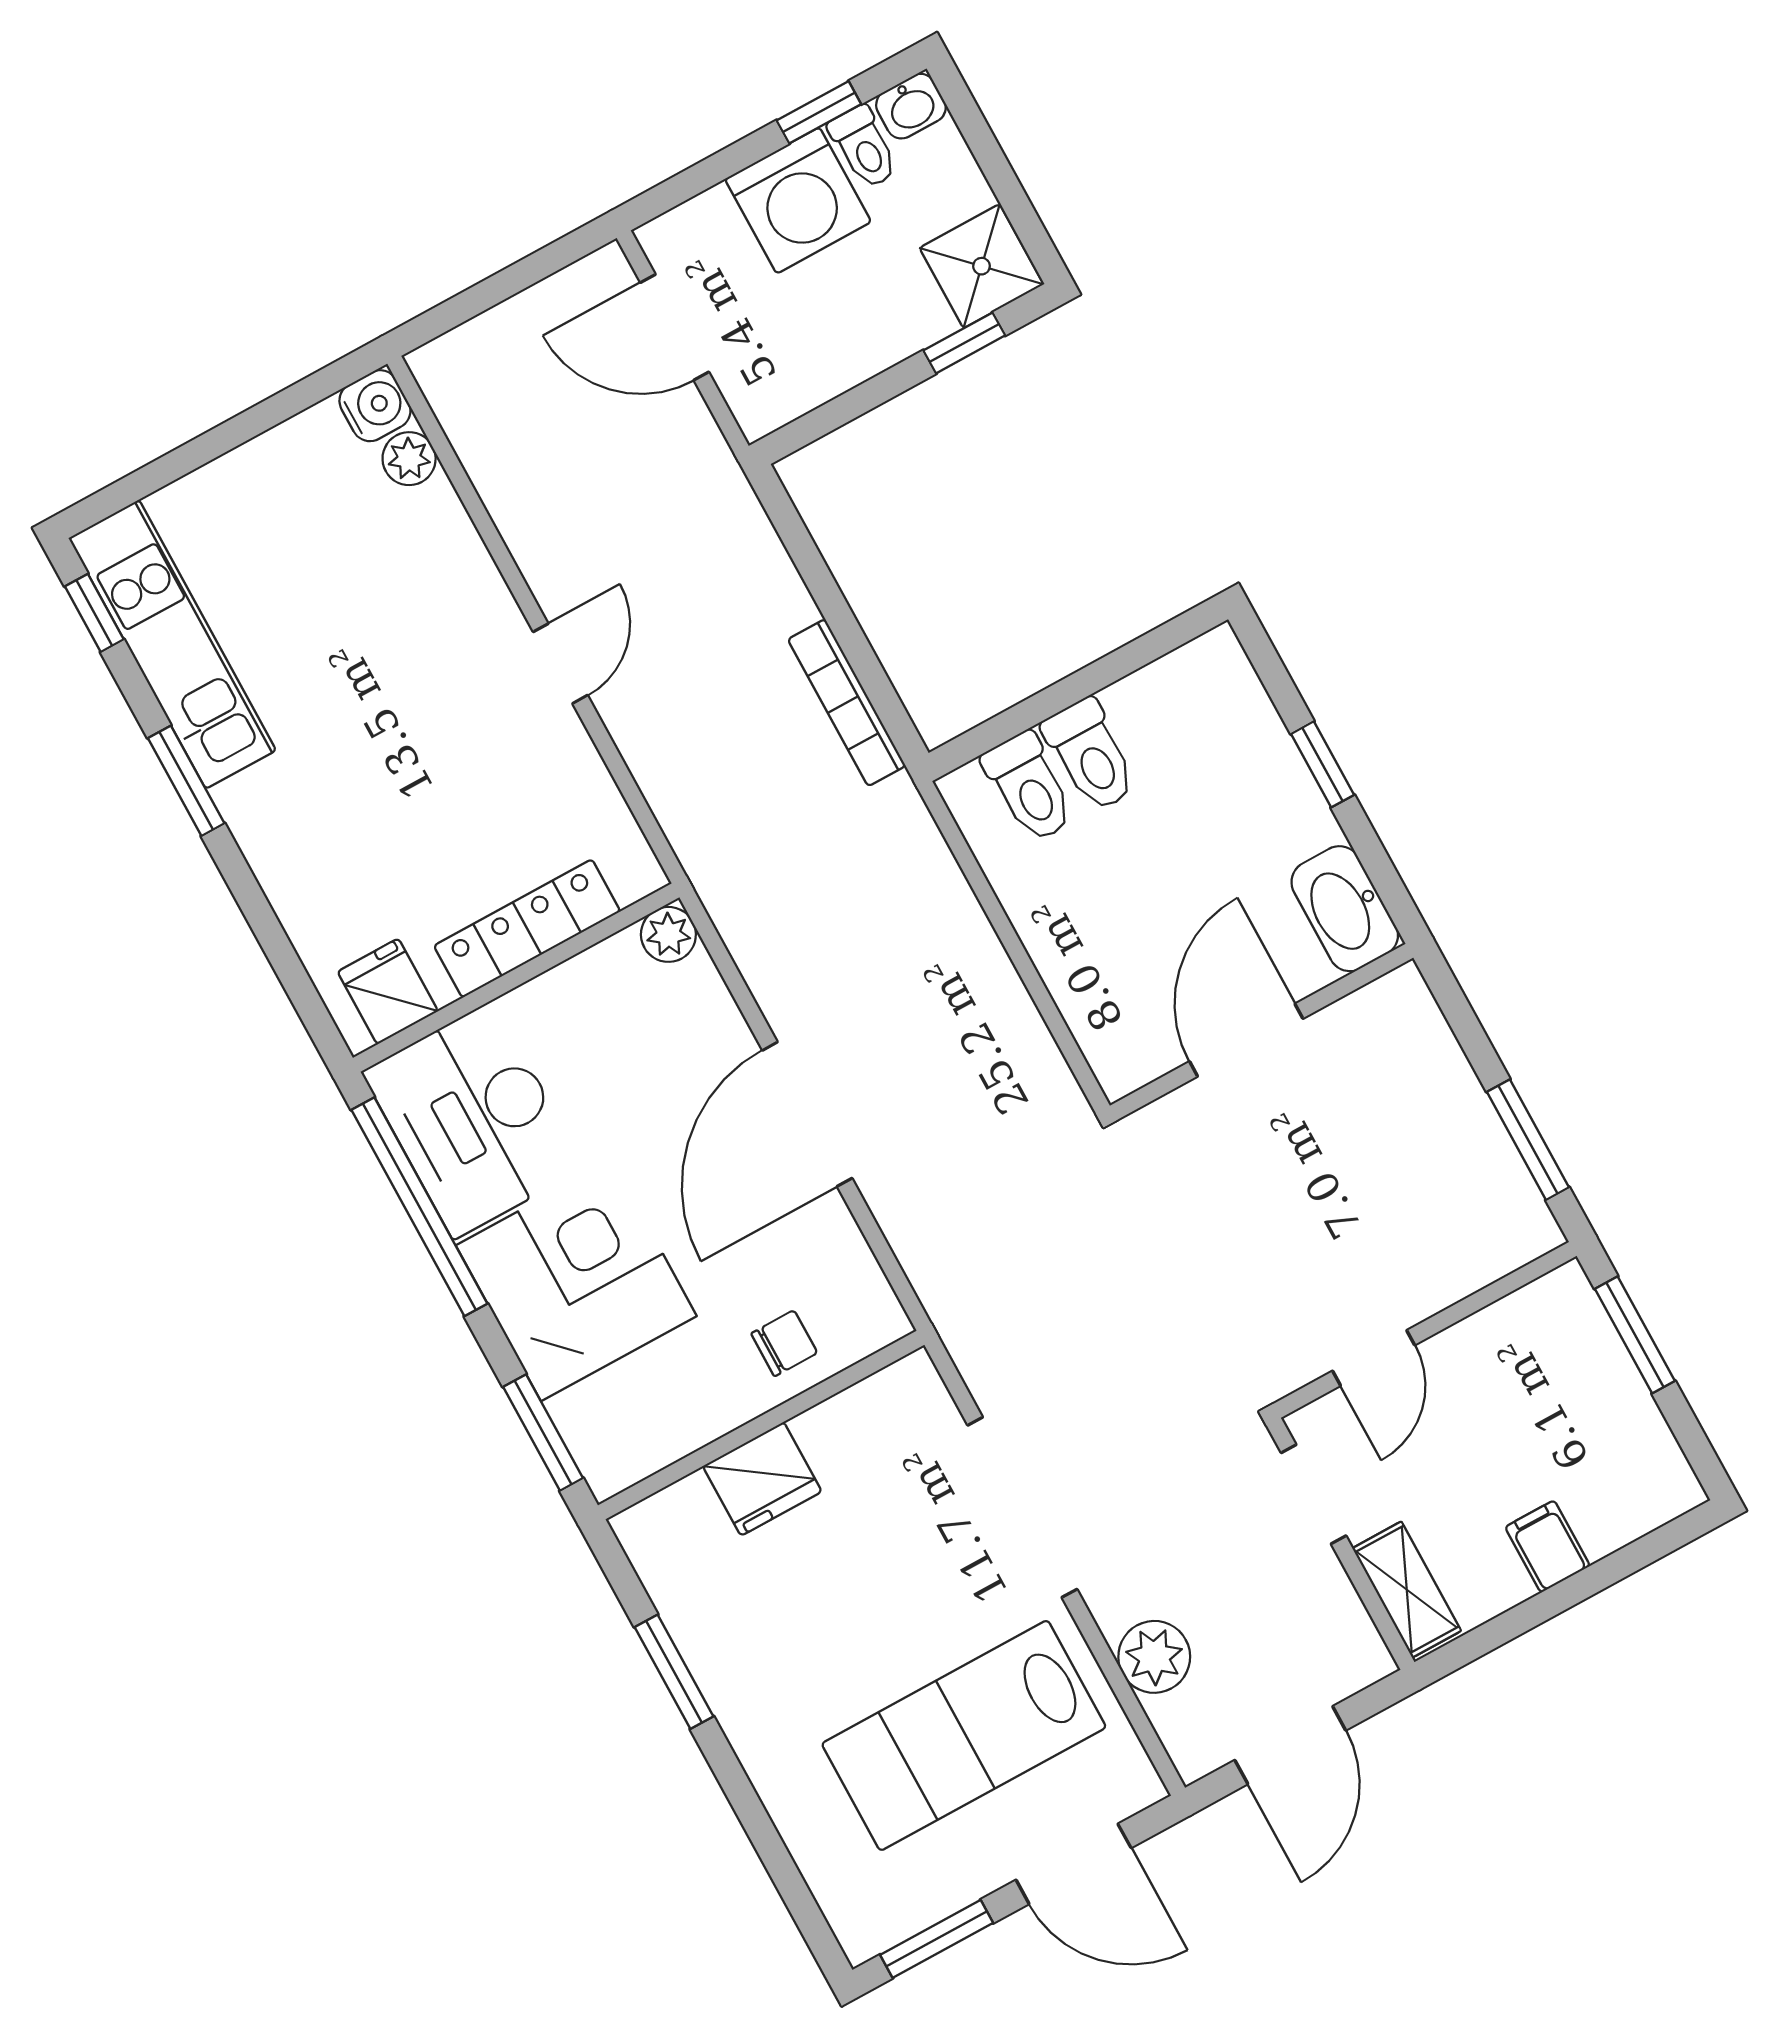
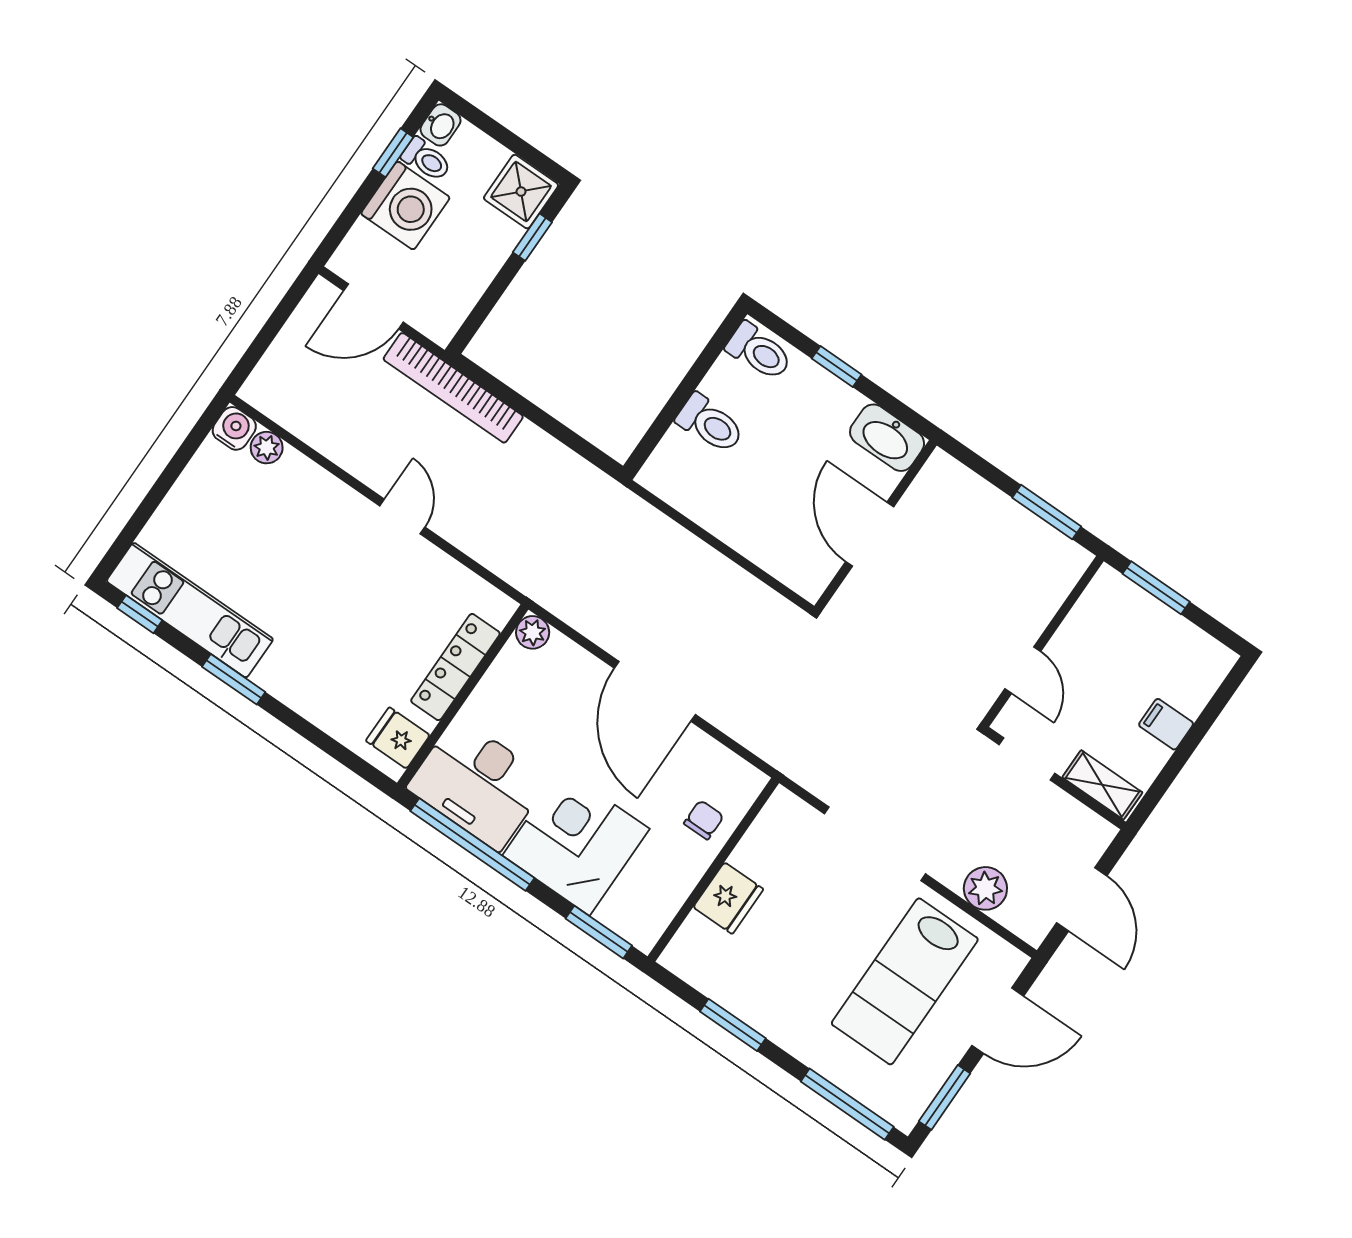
bookcase: (847, 703) -> (453, 388), moved, width x1.48, depth x1.31
toilet: (1029, 787) -> (759, 352), moved
window: (786, 1876) -> (847, 1104), added

